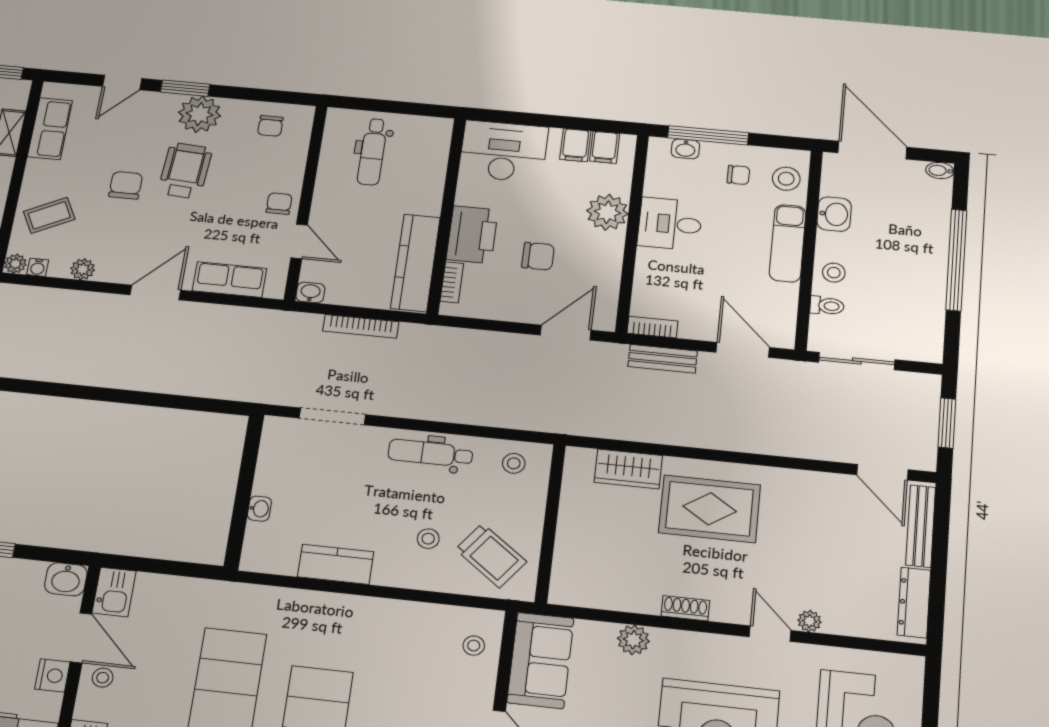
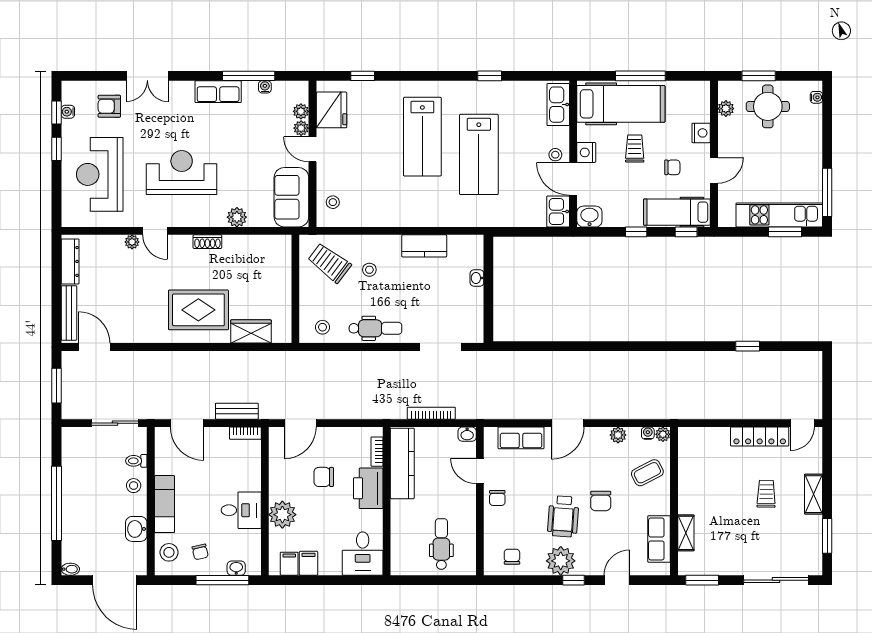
window: (185, 88) -> (574, 580), width x0.67
desk: (503, 151) -> (363, 554), width x0.73
chair: (738, 175) -> (200, 552), turned -103

